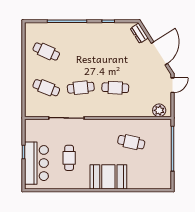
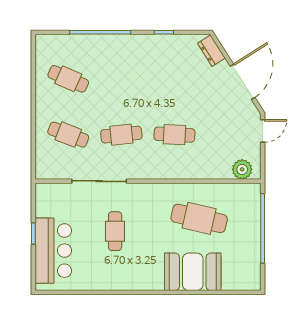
cafe table: (131, 142) -> (199, 218), width x1.37, depth x1.35
cafe table: (69, 158) -> (115, 231), moved
booth: (108, 177) -> (193, 272), moved

